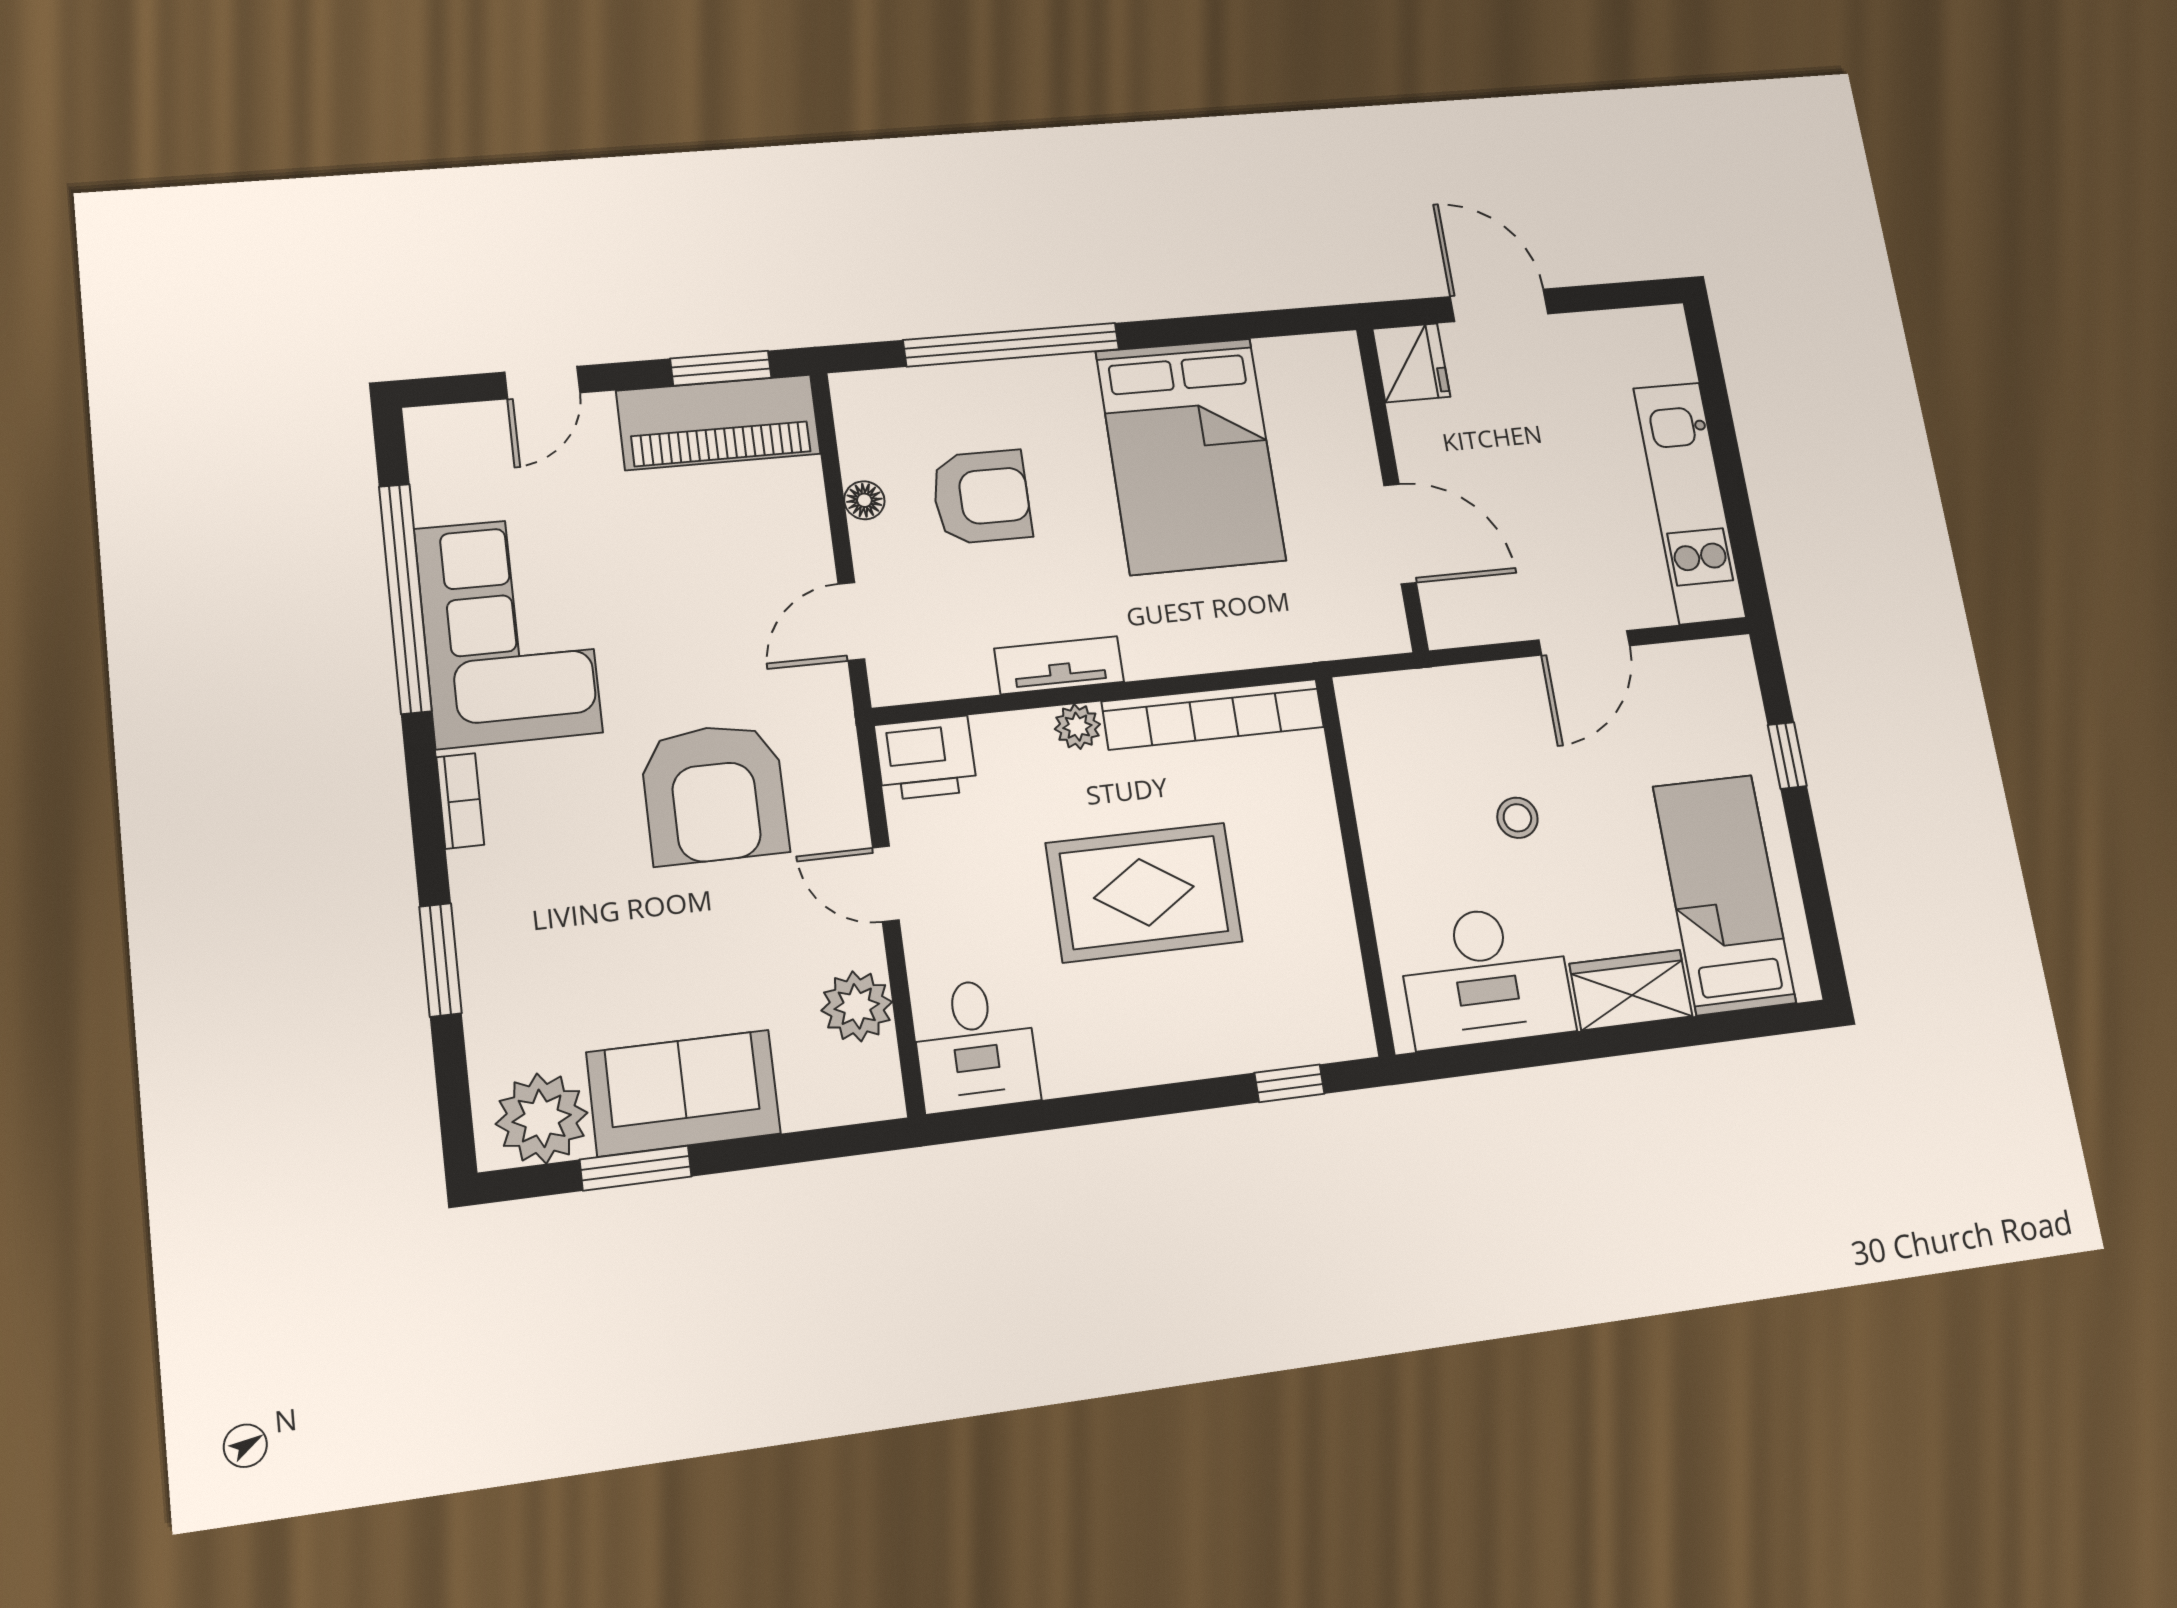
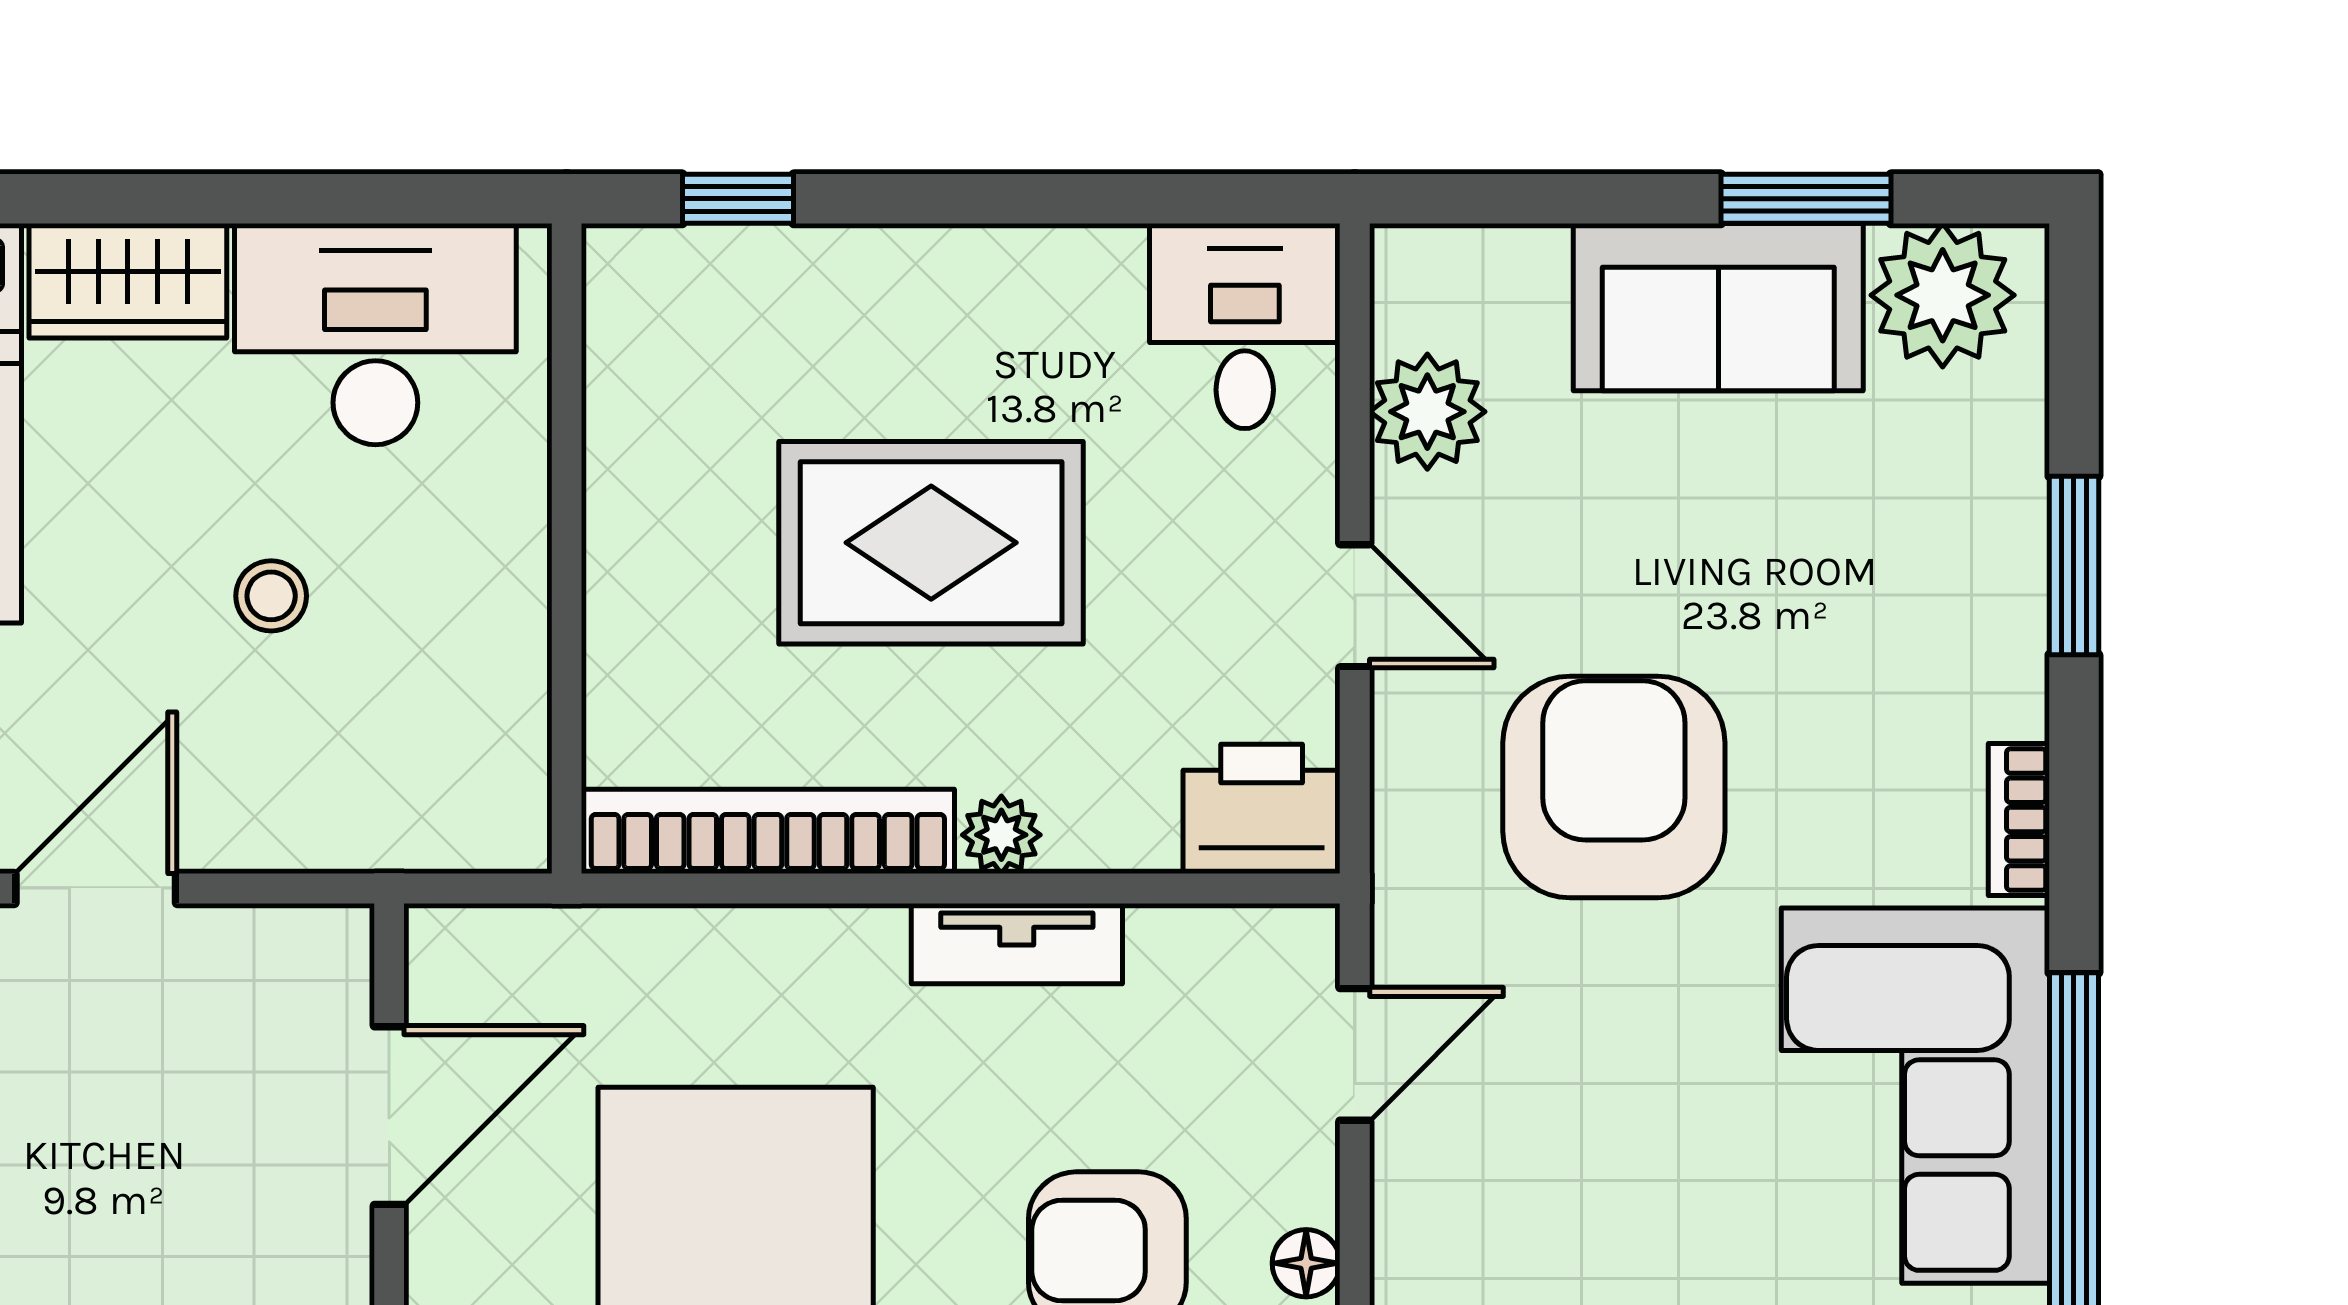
door: (1400, 534) -> (389, 1116), swing flipped

